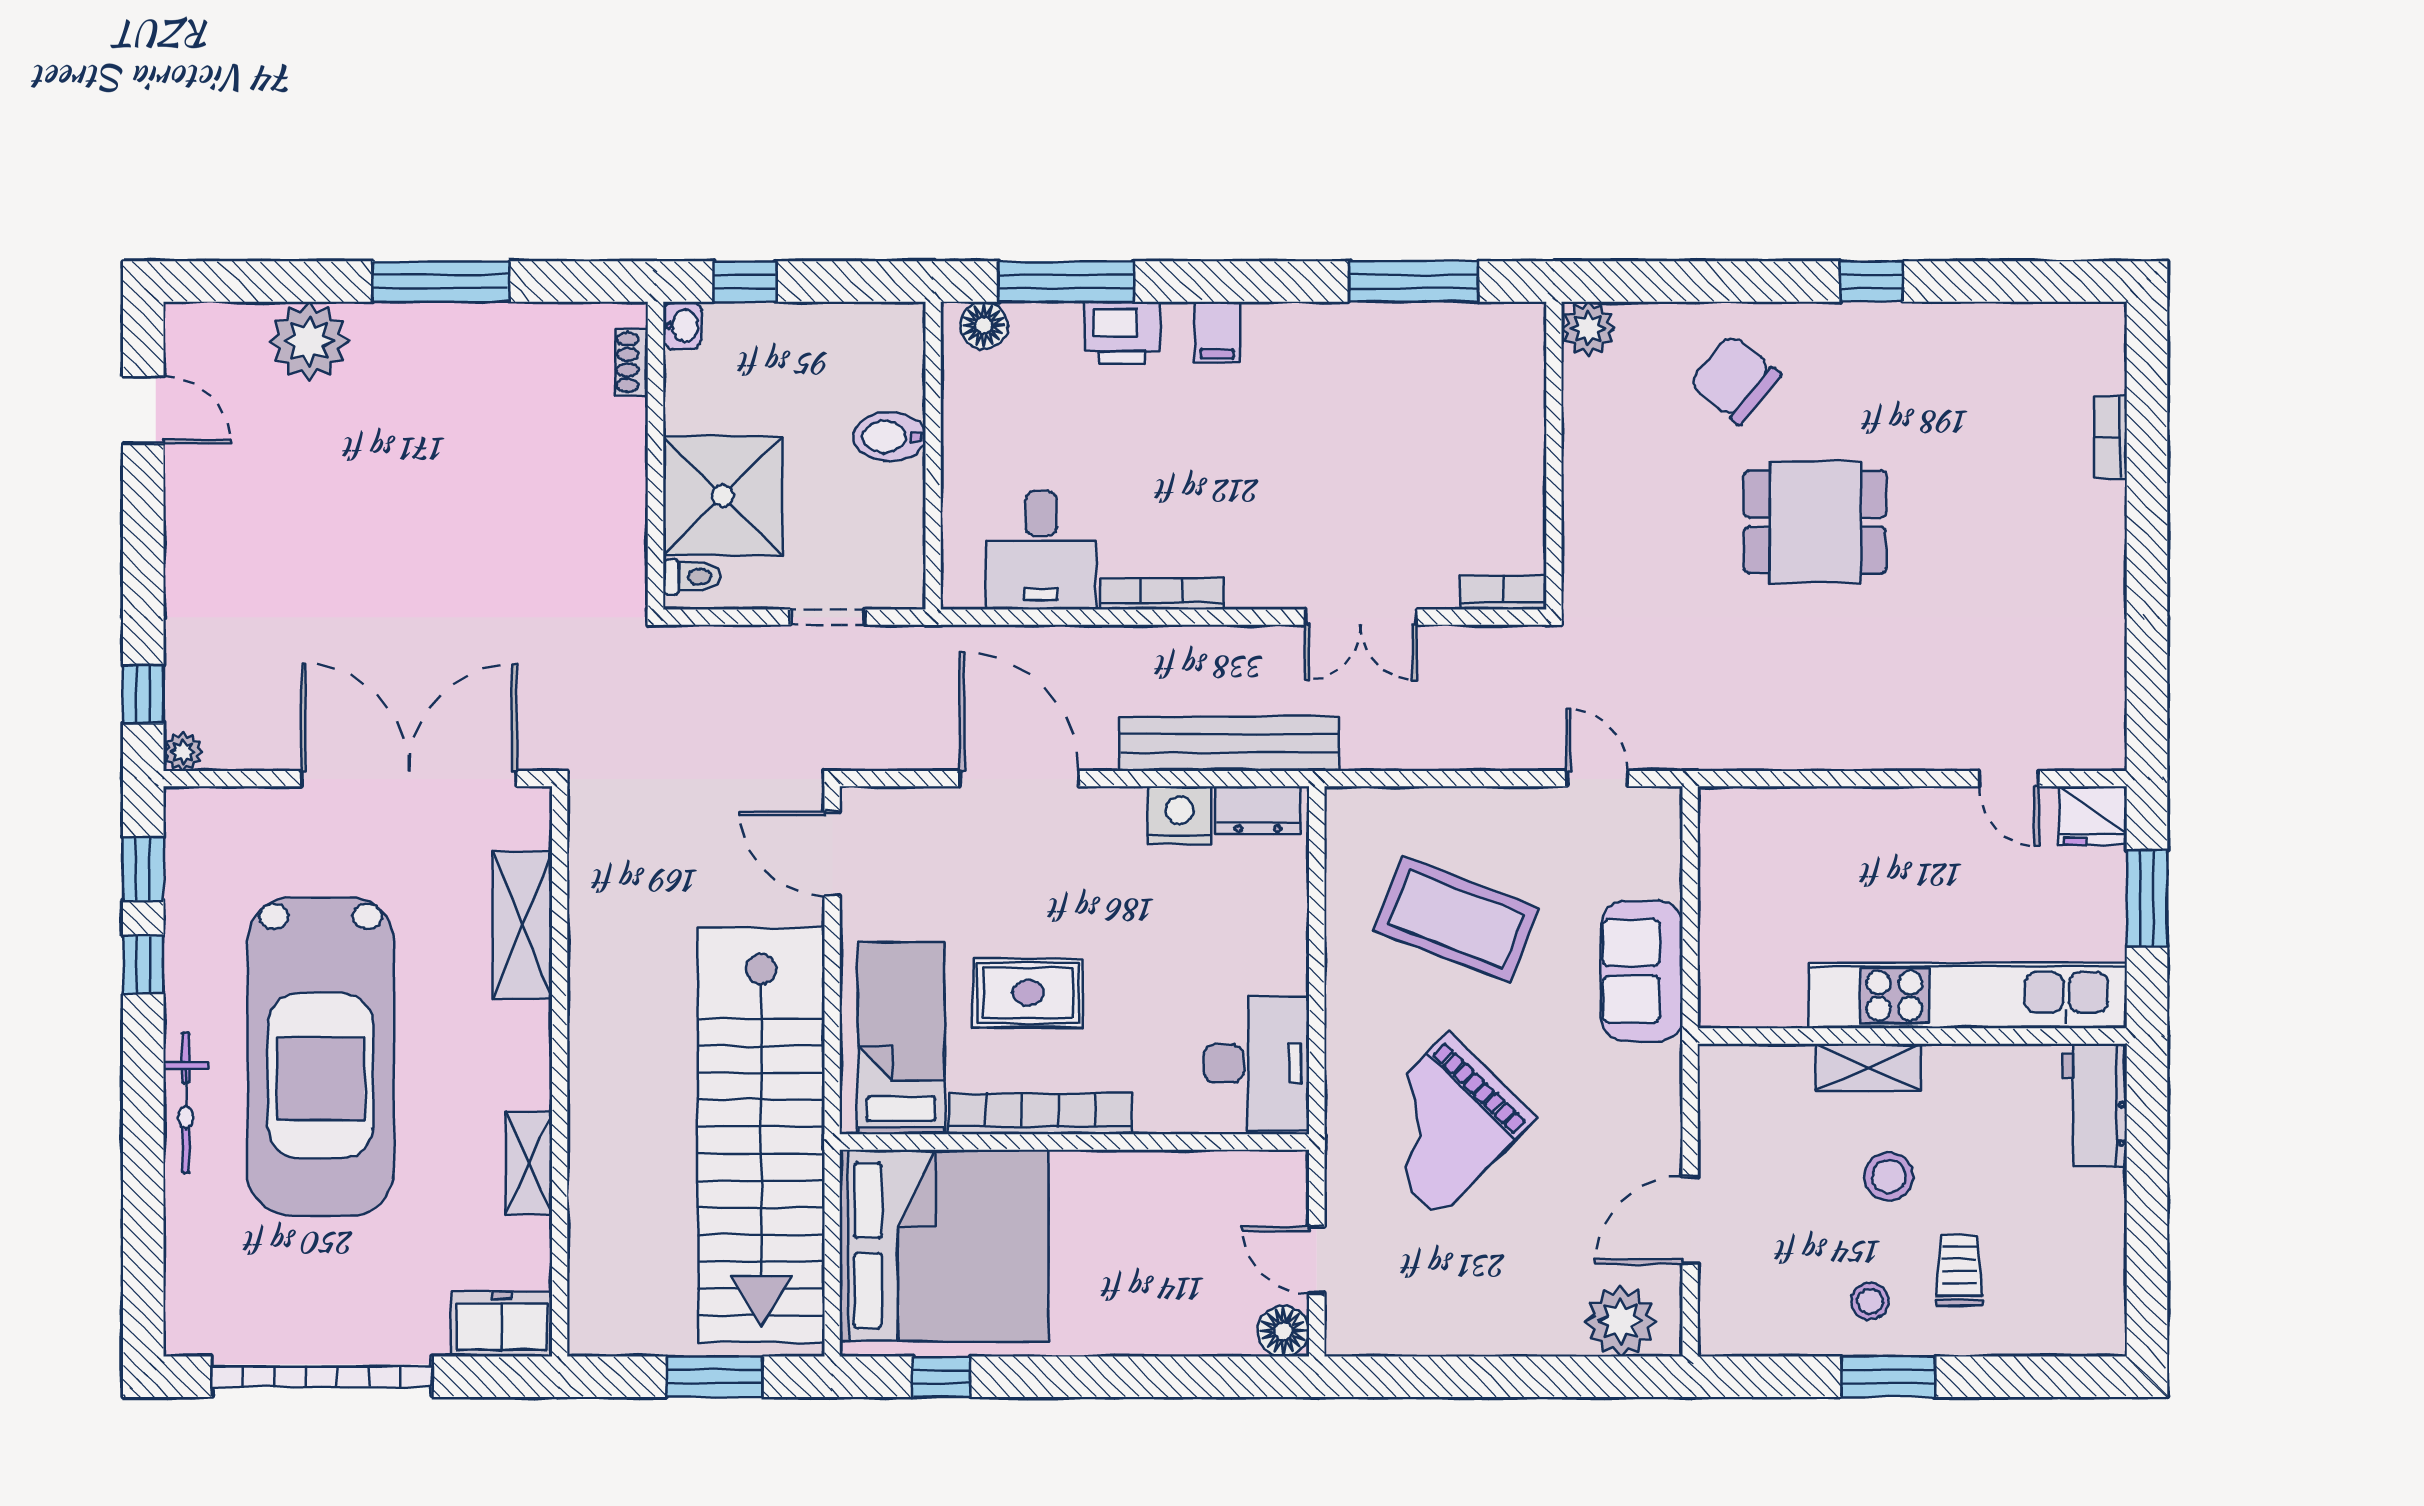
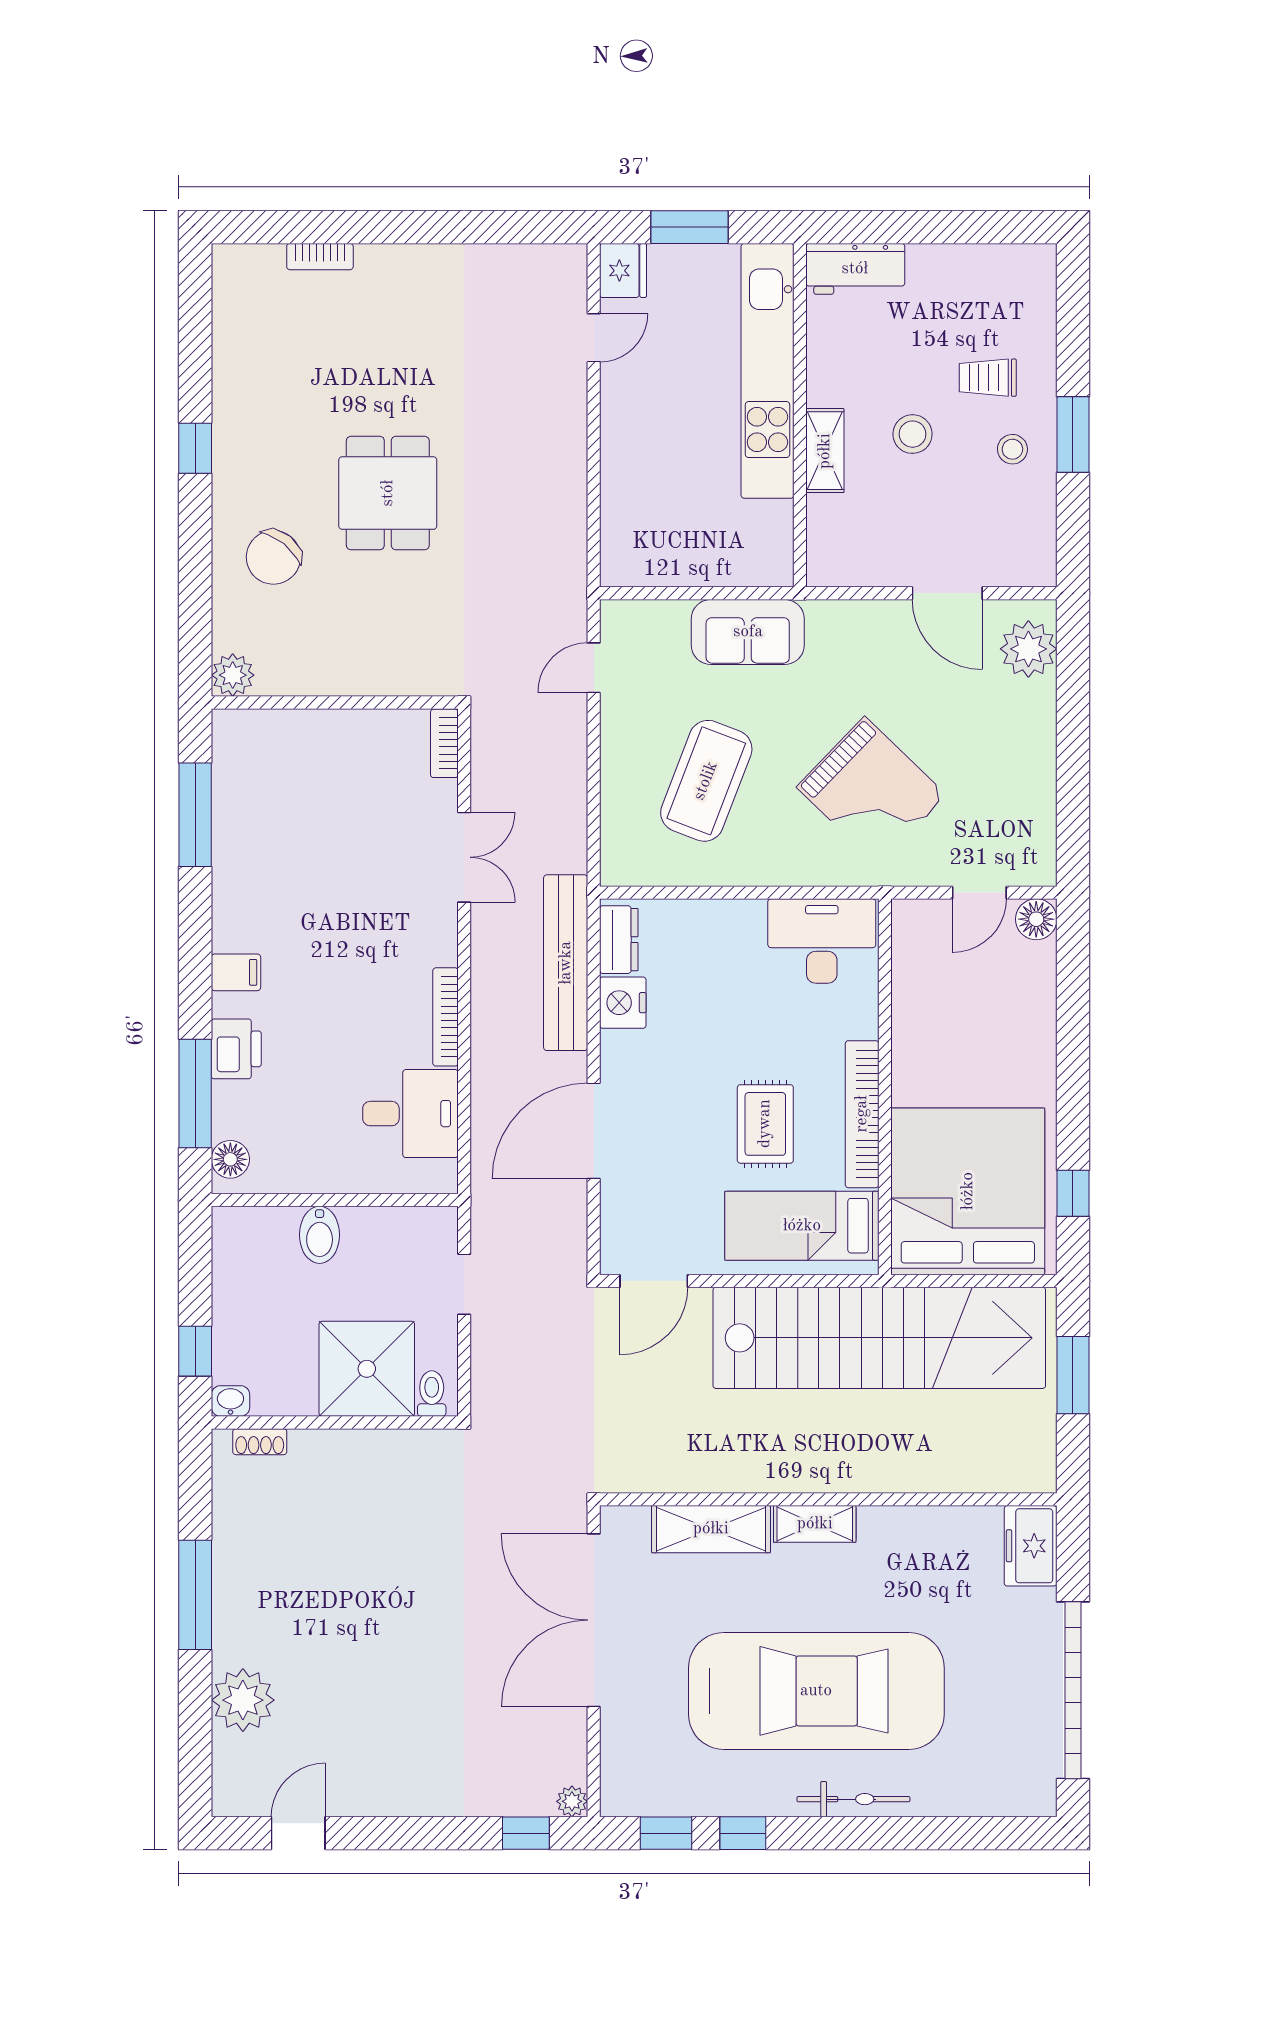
shelving: (529, 1163) -> (815, 1524), moved

